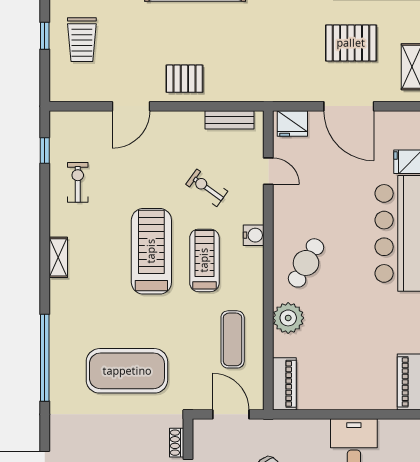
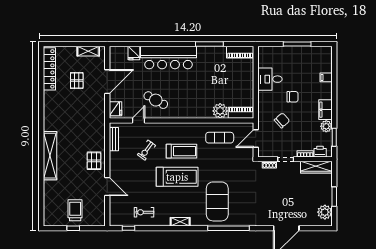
trolley: (82, 40) -> (75, 210), turned -90
pallet: (351, 43) -> (77, 81), width x0.67, depth x0.71
water cooler: (254, 235) -> (169, 127), removed
treadmill: (151, 251) -> (177, 177), turned 180
treadmill: (204, 260) -> (182, 151), turned 180
cafe table: (306, 263) -> (156, 100), moved
plant: (288, 318) -> (220, 111), moved
exercise mat: (127, 371) -> (217, 201), moved

